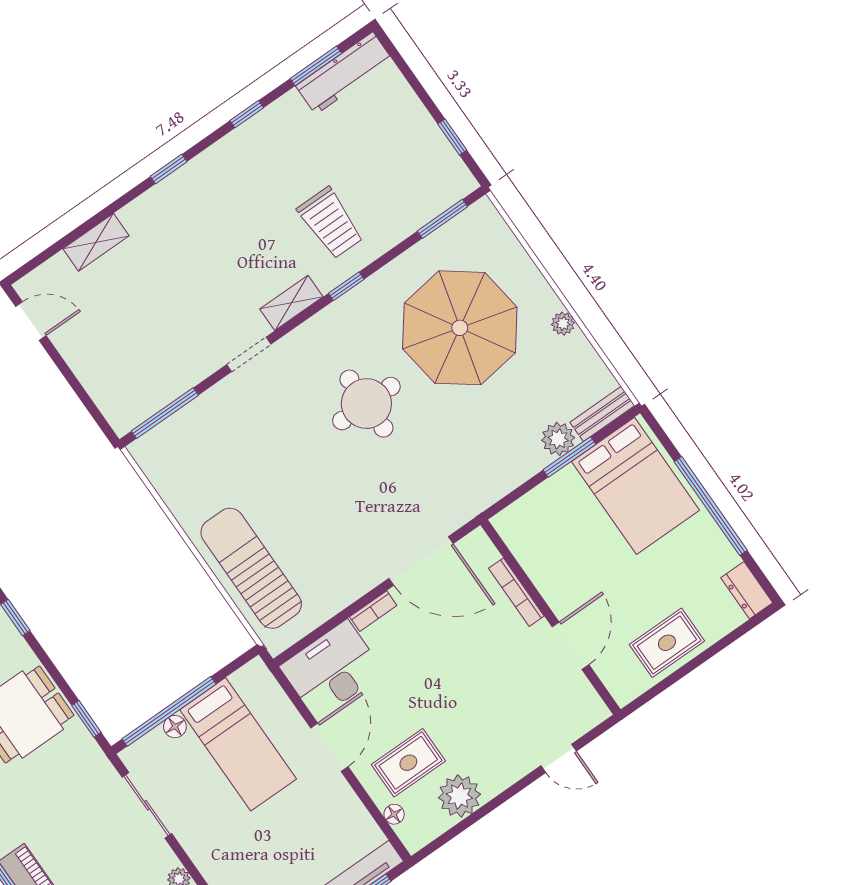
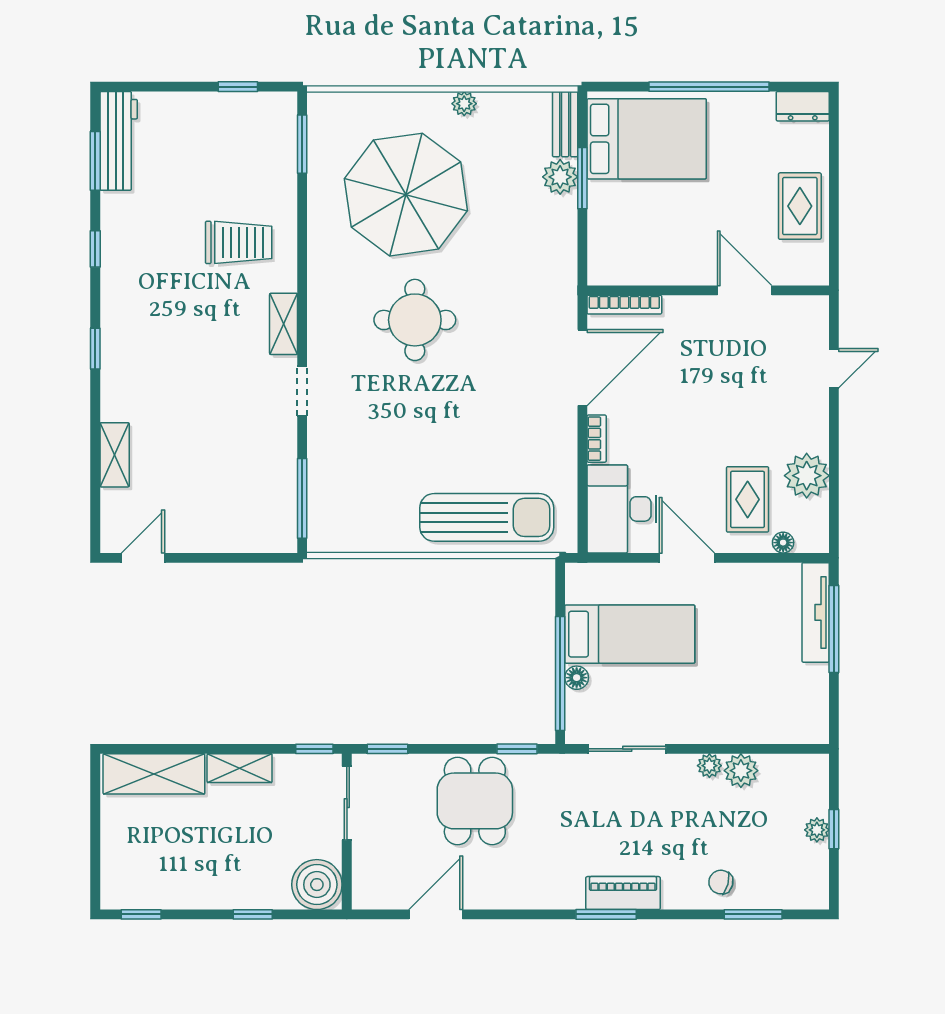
window: (346, 286) -> (302, 267), removed
sun lounger: (251, 568) -> (487, 517), turned 180
bookcase: (516, 592) -> (624, 305), moved

